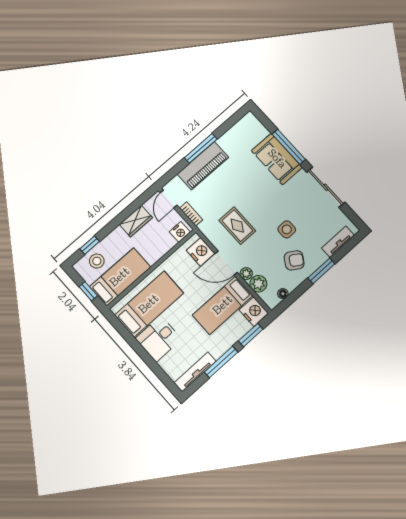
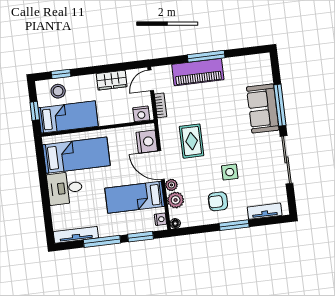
armchair: (294, 260) -> (218, 201), turned 147
floor lamp: (283, 294) -> (175, 223), moved
nightstand: (254, 312) -> (160, 219), width x0.53, depth x0.56

